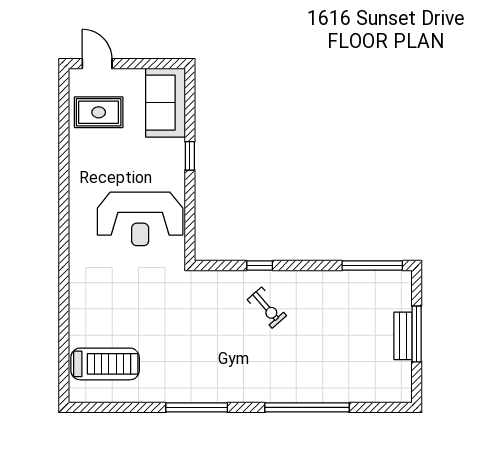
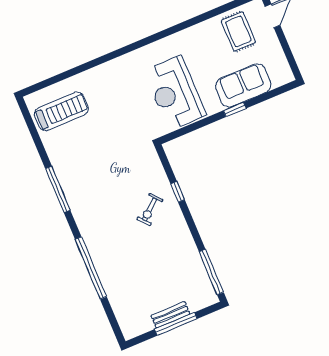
sofa: (165, 103) -> (243, 85), moved
treadmill: (105, 364) -> (61, 111), turned -90

